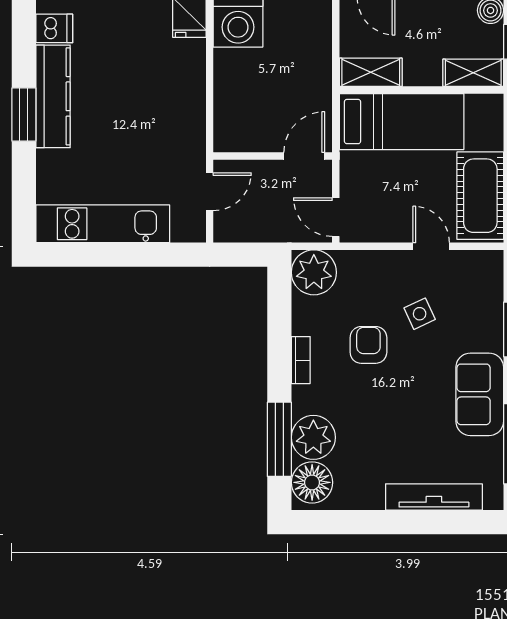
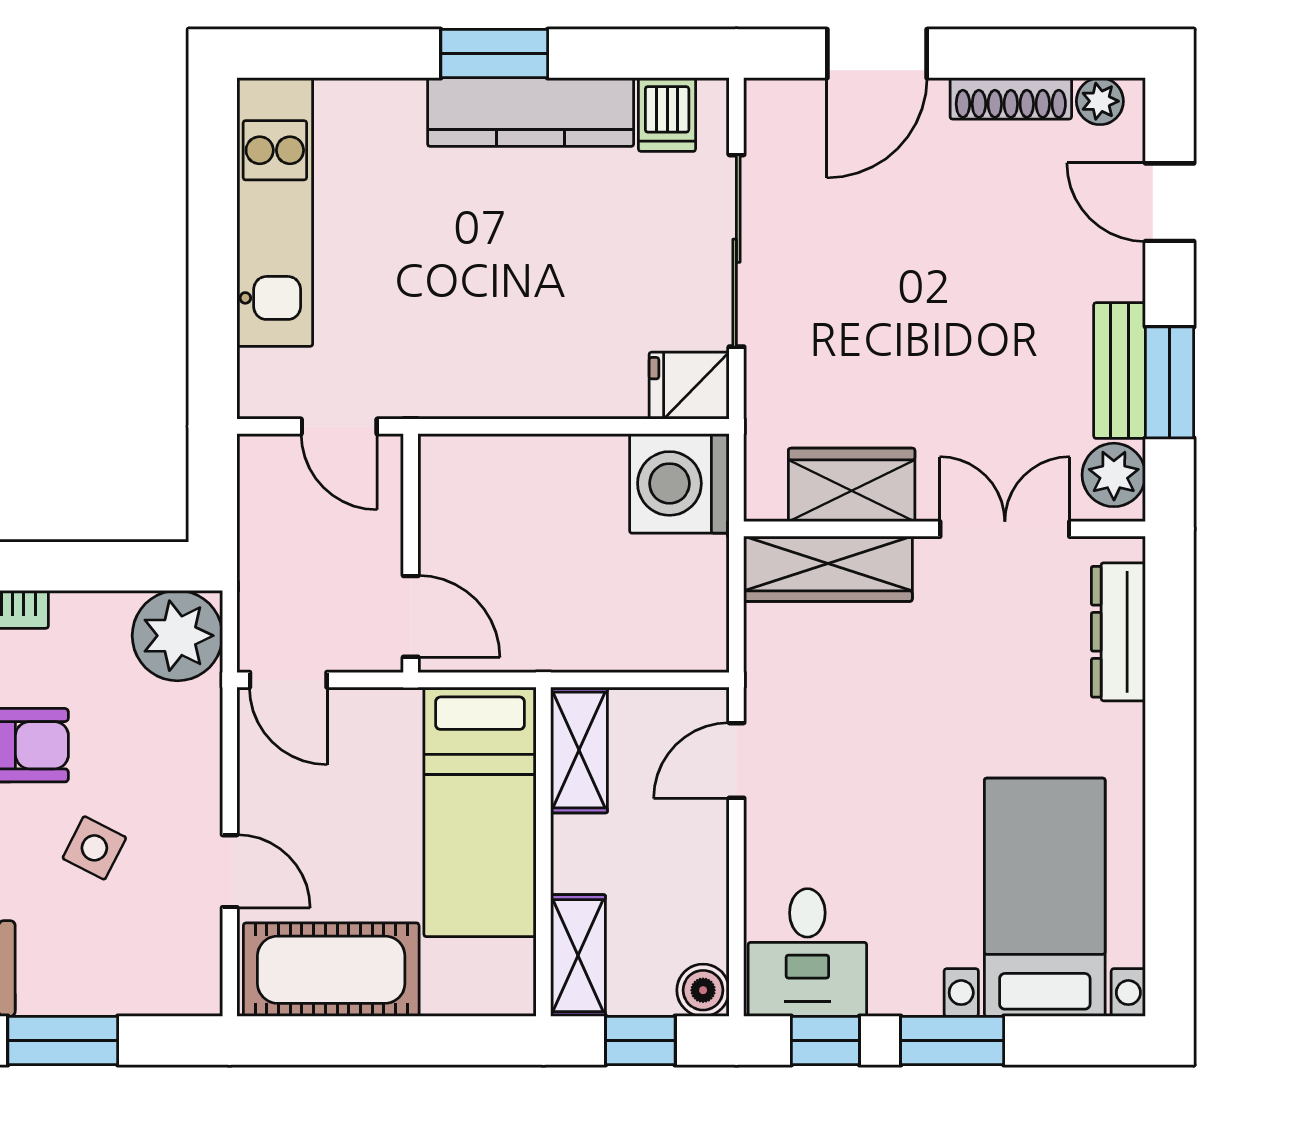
door: (336, 217) -> (288, 680), swing flipped
door: (431, 246) -> (230, 871), hinge flipped
side table: (420, 314) -> (94, 848), turned -38

